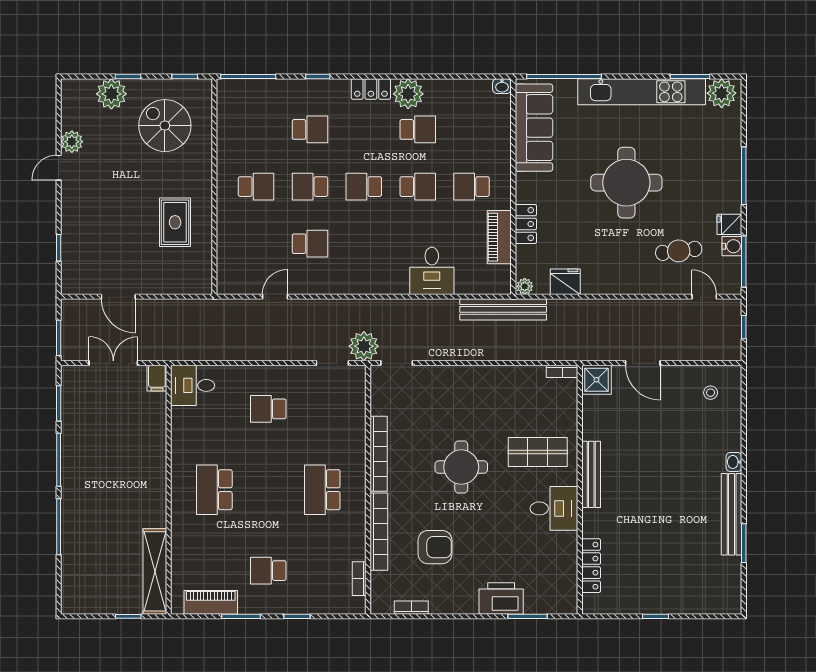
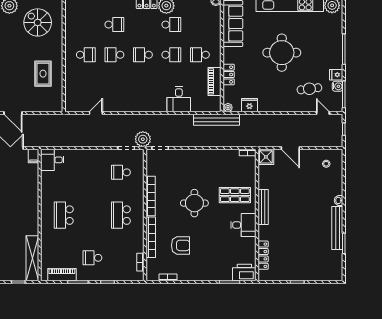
school desk: (310, 244) -> (114, 85), removed
school desk: (268, 409) -> (121, 172), moved
printer: (501, 598) -> (244, 273), moved

